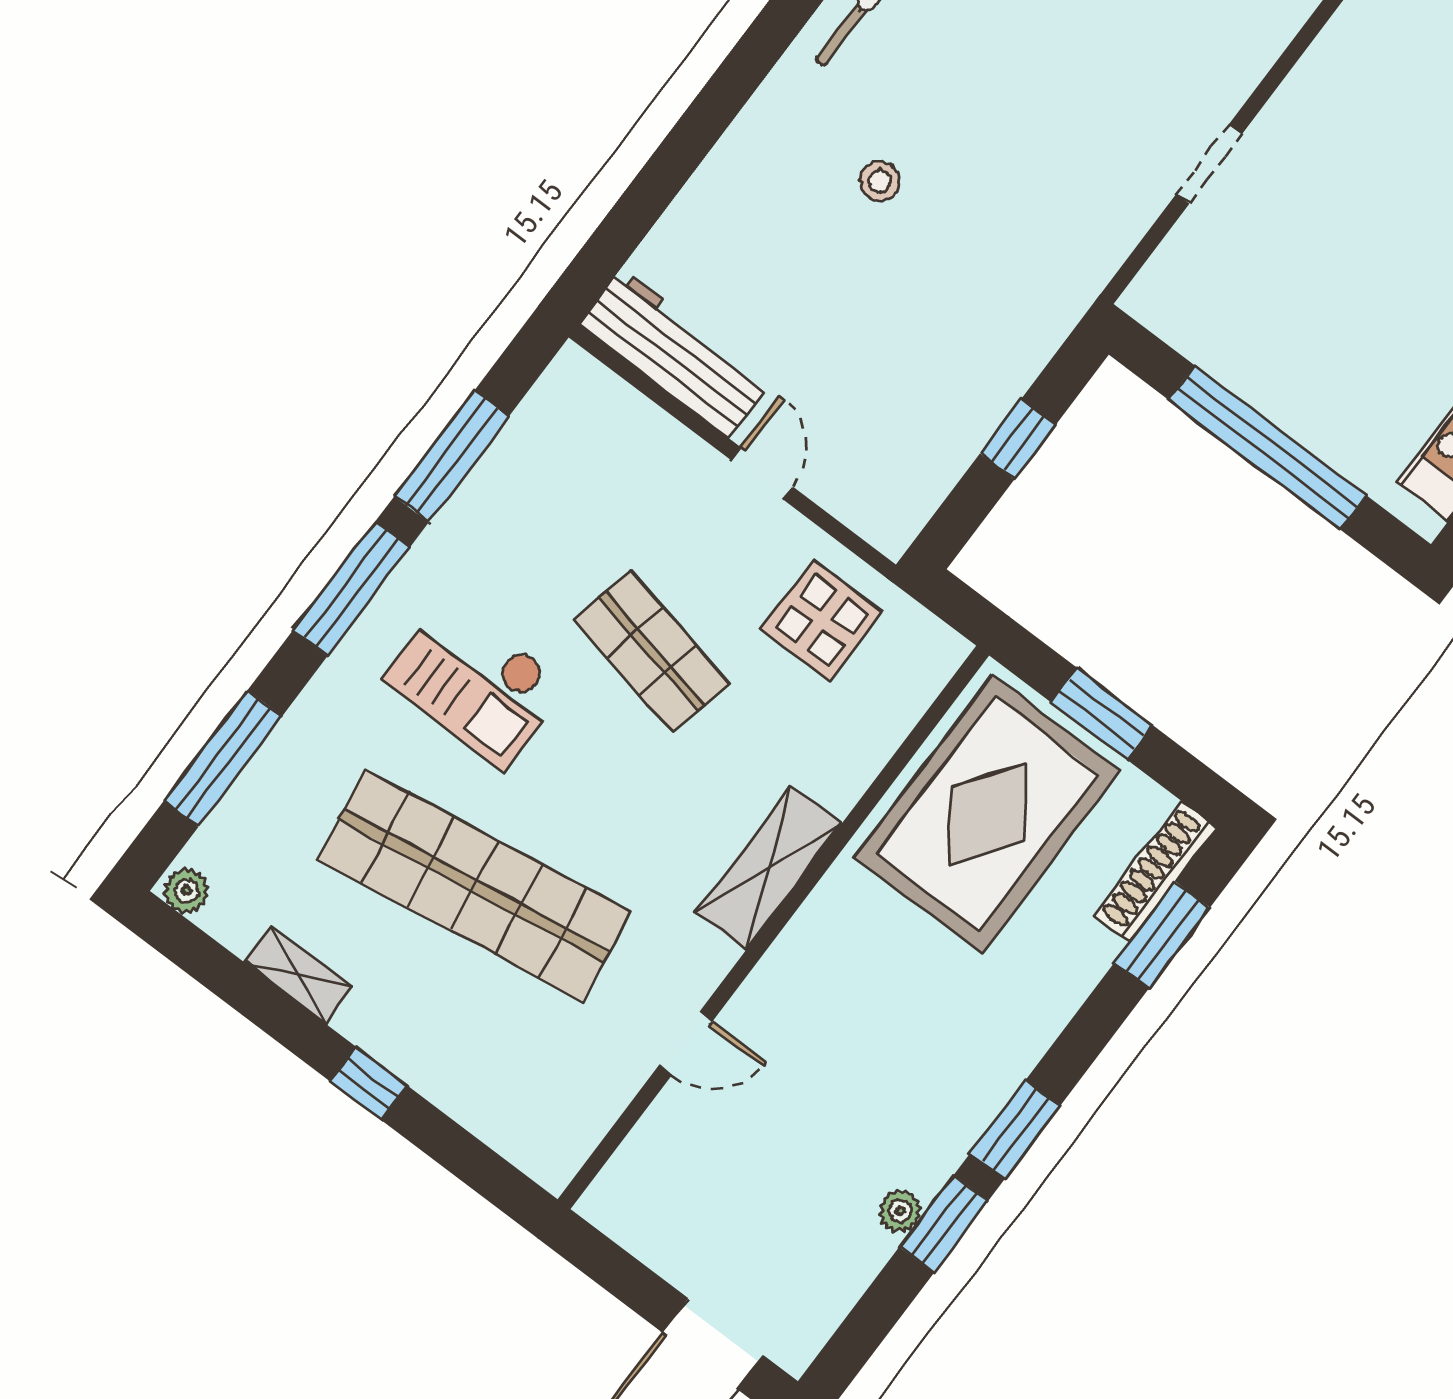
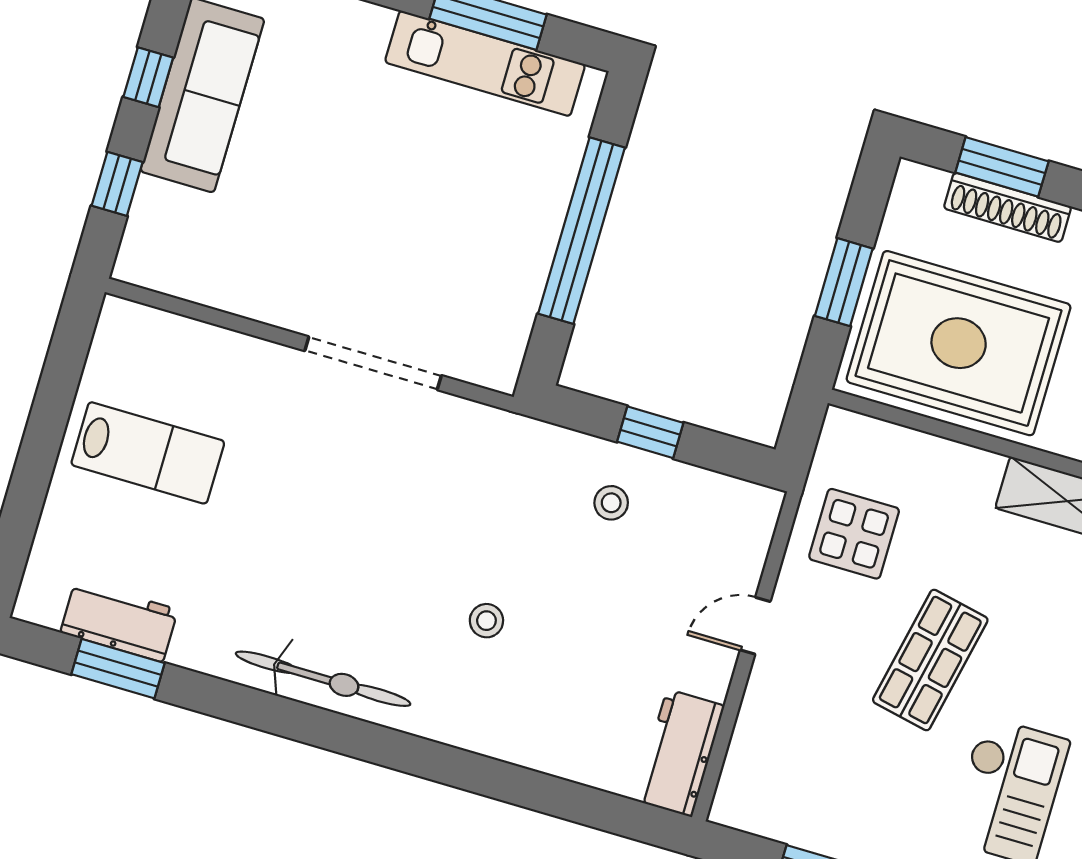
doorway: (1209, 164) -> (373, 363), width x1.87
workbench: (675, 353) -> (679, 753), width x0.73
stool: (957, 367) -> (611, 503), added
shoe rack: (1156, 871) -> (1007, 207), moved

